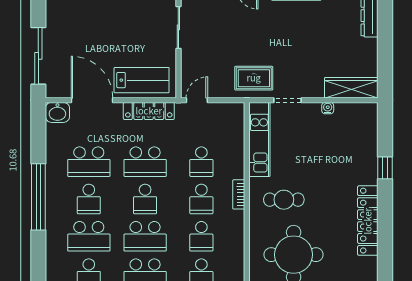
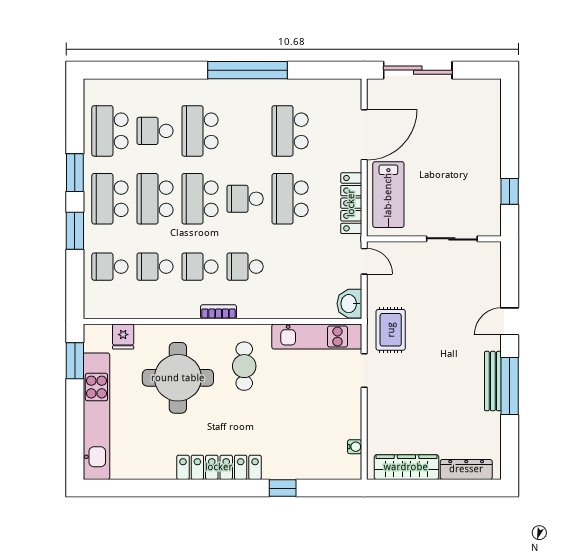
wardrobe: (351, 88) -> (406, 467), moved, turned -90
water cooler: (328, 108) -> (355, 447), moved
washbasin: (57, 112) -> (349, 304), moved
school desk: (201, 162) -> (290, 267), removed
bookcase: (239, 194) -> (219, 312), moved
school desk: (89, 199) -> (245, 131), removed

